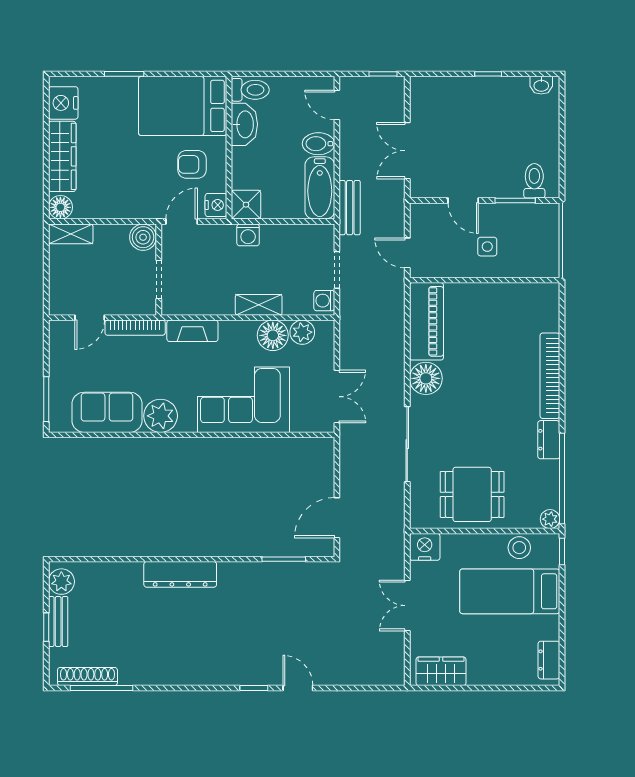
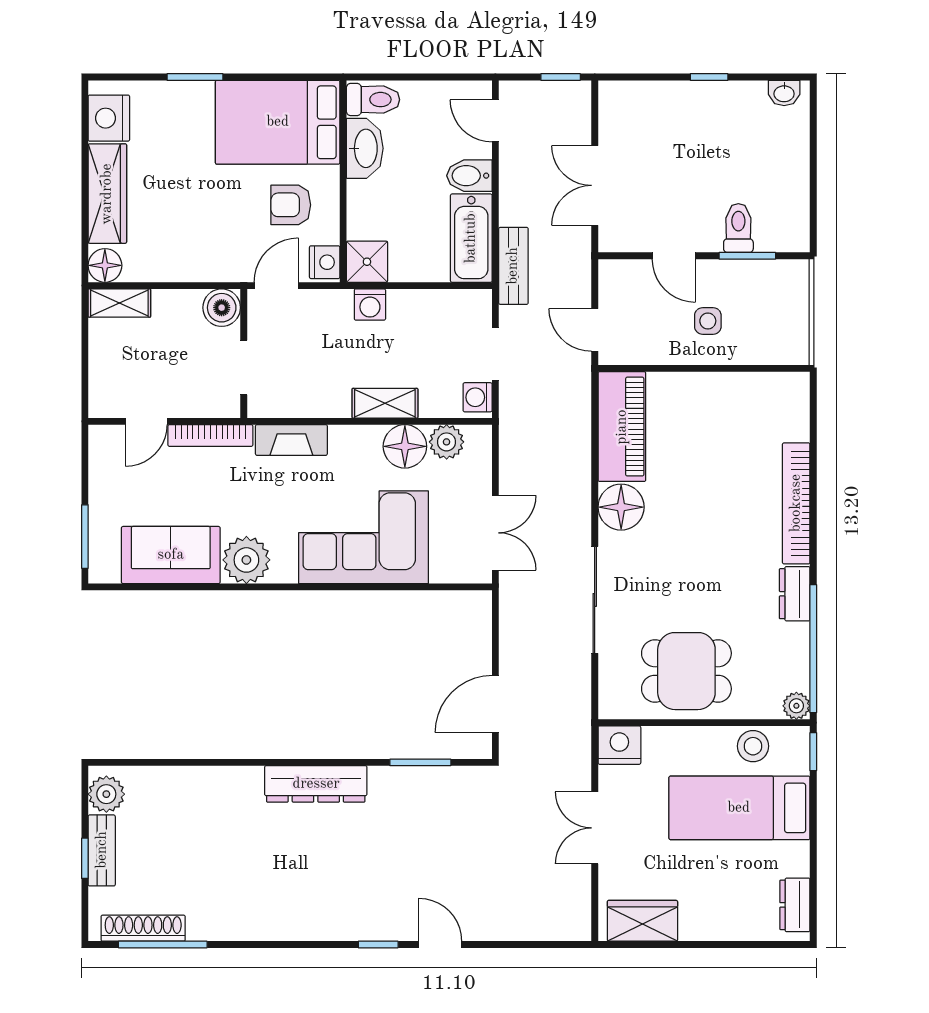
toilet: (534, 181) -> (738, 228), moved
dresser: (180, 574) -> (316, 784), moved

